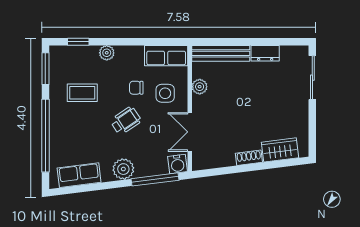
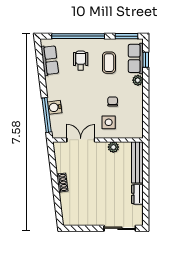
row of seats: (166, 56) -> (136, 58), moved
wheelchair: (126, 121) -> (81, 61), moved, turned -146
wardrobe: (280, 150) -> (68, 205), removed
water cooler: (177, 164) -> (55, 107), moved
plant: (123, 169) -> (54, 92), removed

